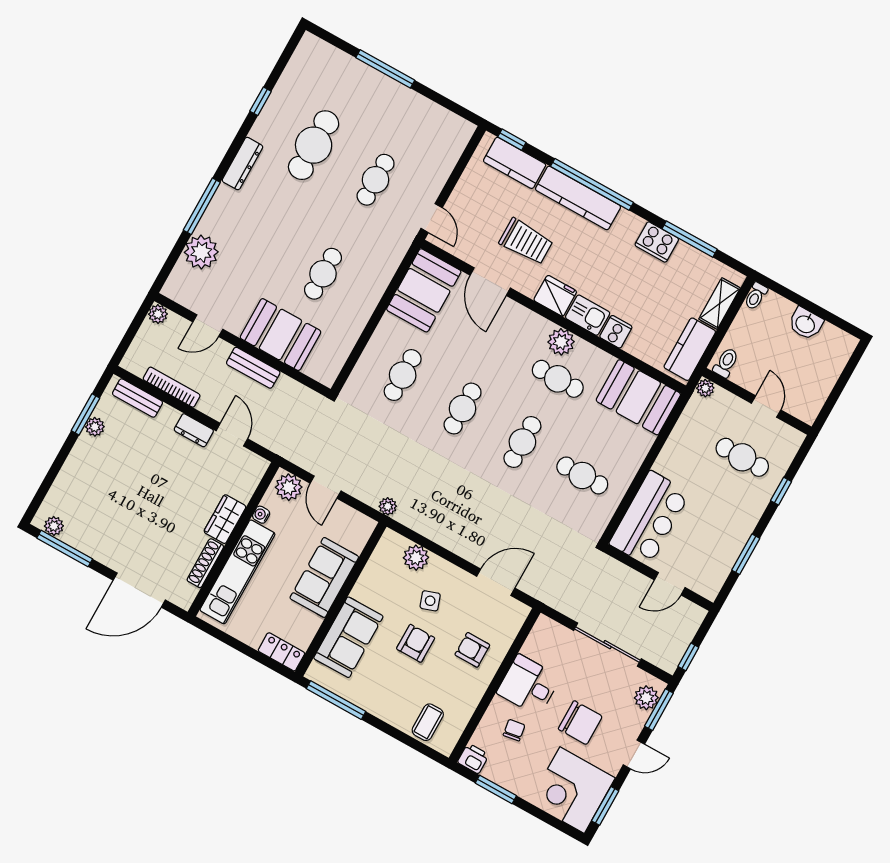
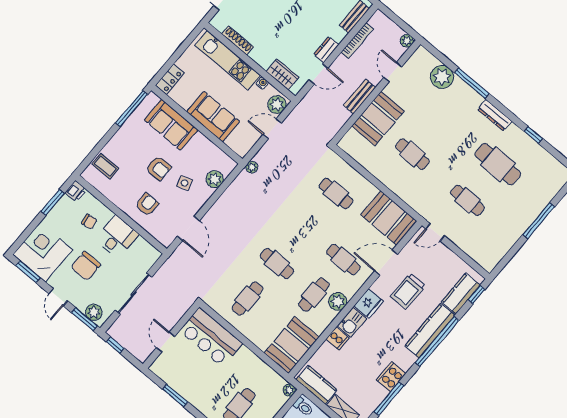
cafe table: (463, 409) -> (343, 260), moved
wardrobe: (225, 519) -> (283, 74), moved

